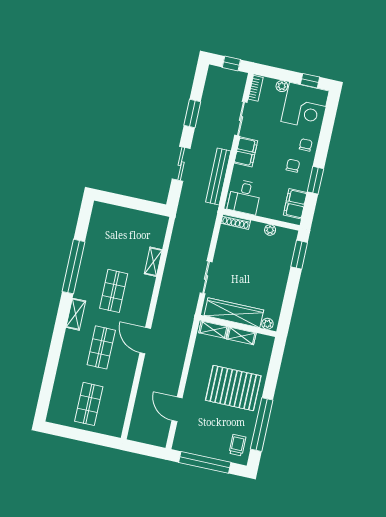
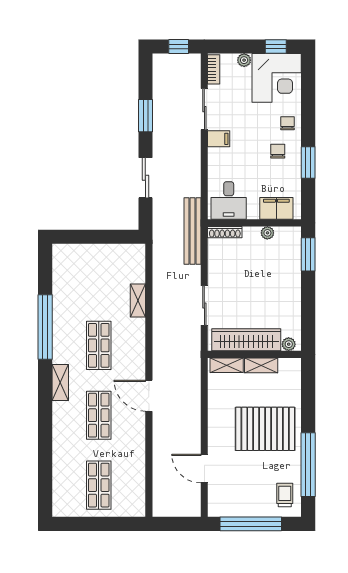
filing cabinet: (246, 152) -> (219, 139), width x0.50
bench: (218, 176) -> (193, 231), moved
filing cabinet: (295, 204) -> (276, 208), moved, turned 90

